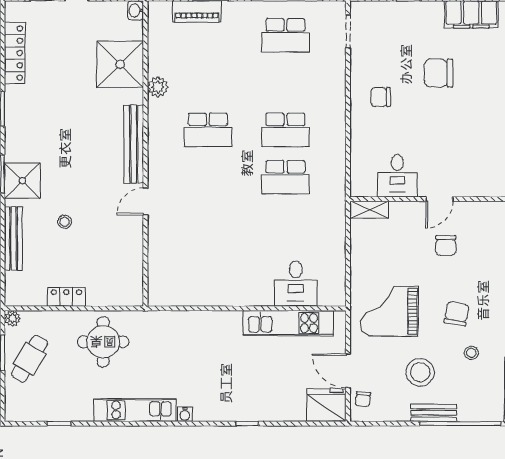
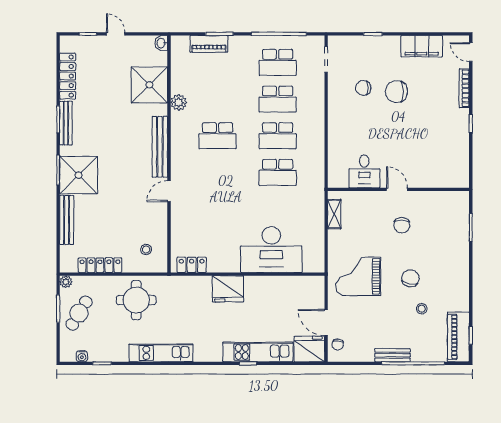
school desk: (285, 83) -> (278, 99), added
chair: (381, 97) -> (363, 88), moved
bench: (12, 114) -> (66, 123), added
shower: (22, 181) -> (79, 175), width x1.37, depth x1.37
door: (439, 199) -> (397, 189), swing flipped
shelving: (369, 210) -> (334, 214), moved, turned 90
stool: (65, 222) -> (146, 249), moved
desk: (296, 284) -> (271, 250), width x1.87, depth x1.30
locker: (175, 296) -> (192, 265), added
locker: (66, 297) -> (100, 265), width x1.53
kitchen unit: (288, 323) -> (258, 352), moved, turned 180
fridge: (221, 327) -> (228, 289), added
stool: (420, 372) -> (382, 324), removed
water cooler: (185, 414) -> (82, 356), moved

